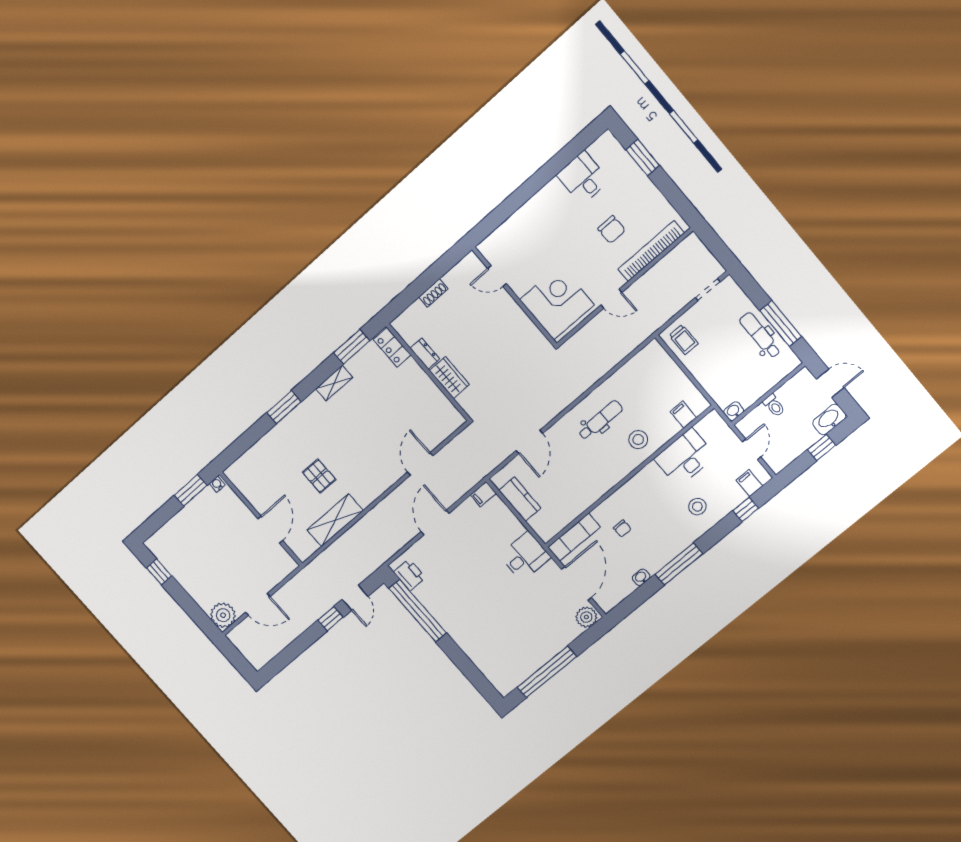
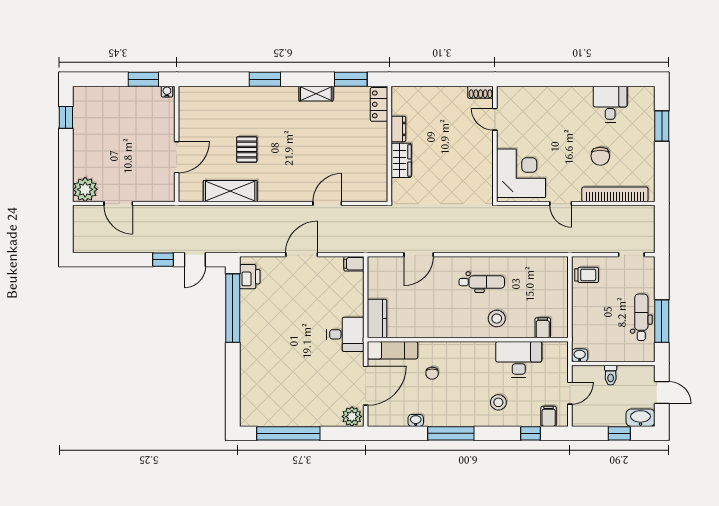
shoe rack: (433, 293) -> (481, 92), moved
trolley: (684, 340) -> (587, 275), turned -90
kitchen counter: (520, 499) -> (377, 319), moved

